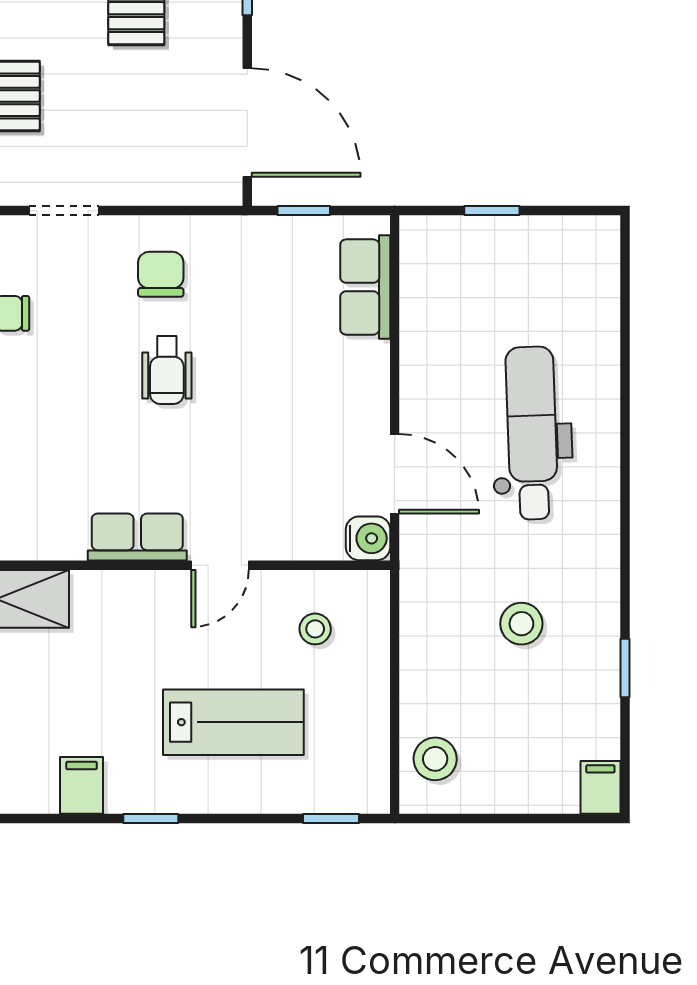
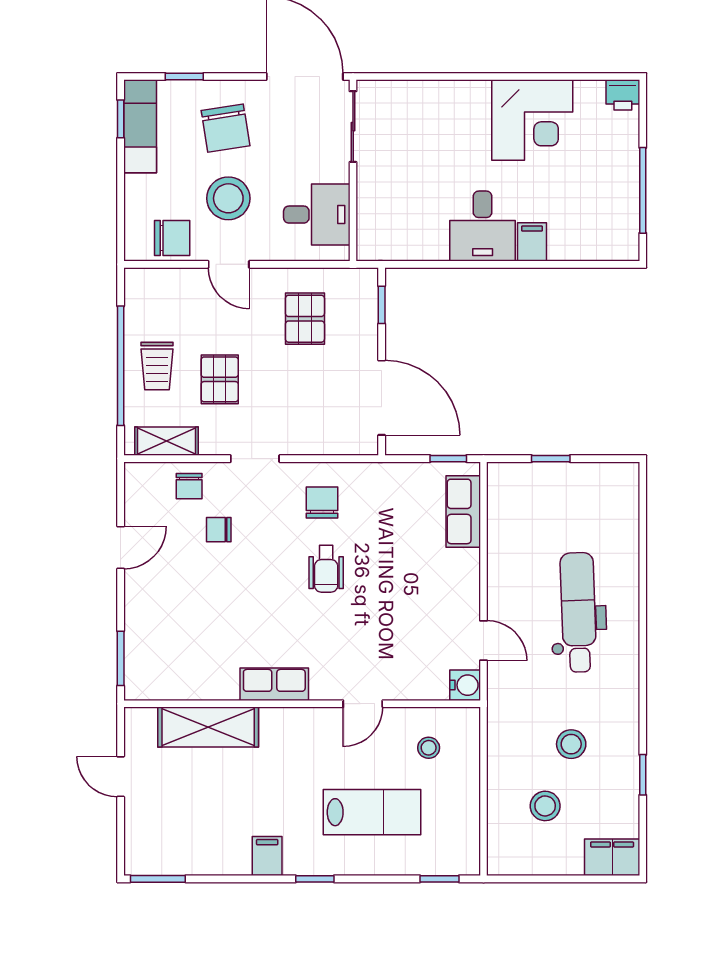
window: (304, 211) -> (448, 459), moved
door: (395, 474) -> (484, 641), width x0.73
row of seats: (137, 537) -> (274, 684), moved
stool: (435, 759) -> (545, 806), moved
filing cabinet: (600, 787) -> (612, 857), width x2.00

